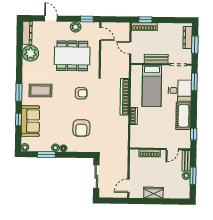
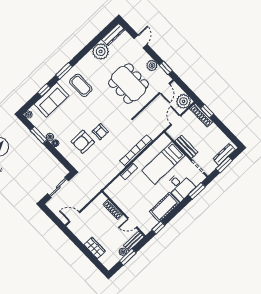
plant: (123, 30) -> (184, 101), added
armchair: (81, 93) -> (100, 132), moved
wardrobe: (153, 193) -> (95, 248), moved

